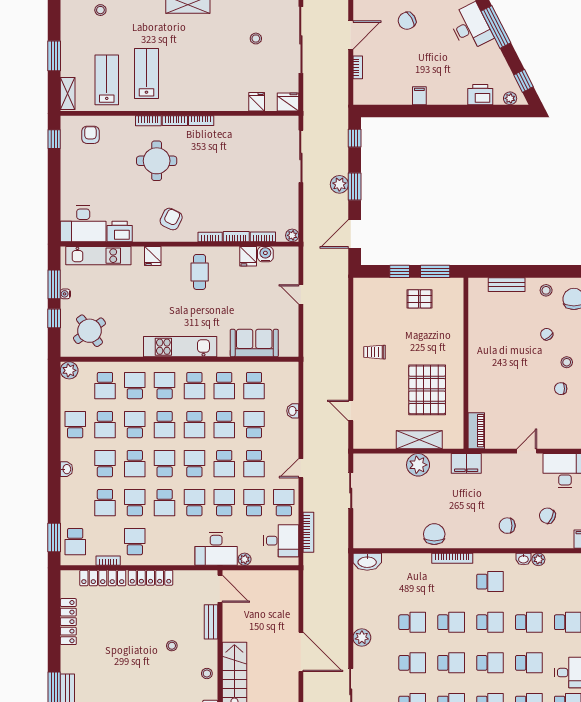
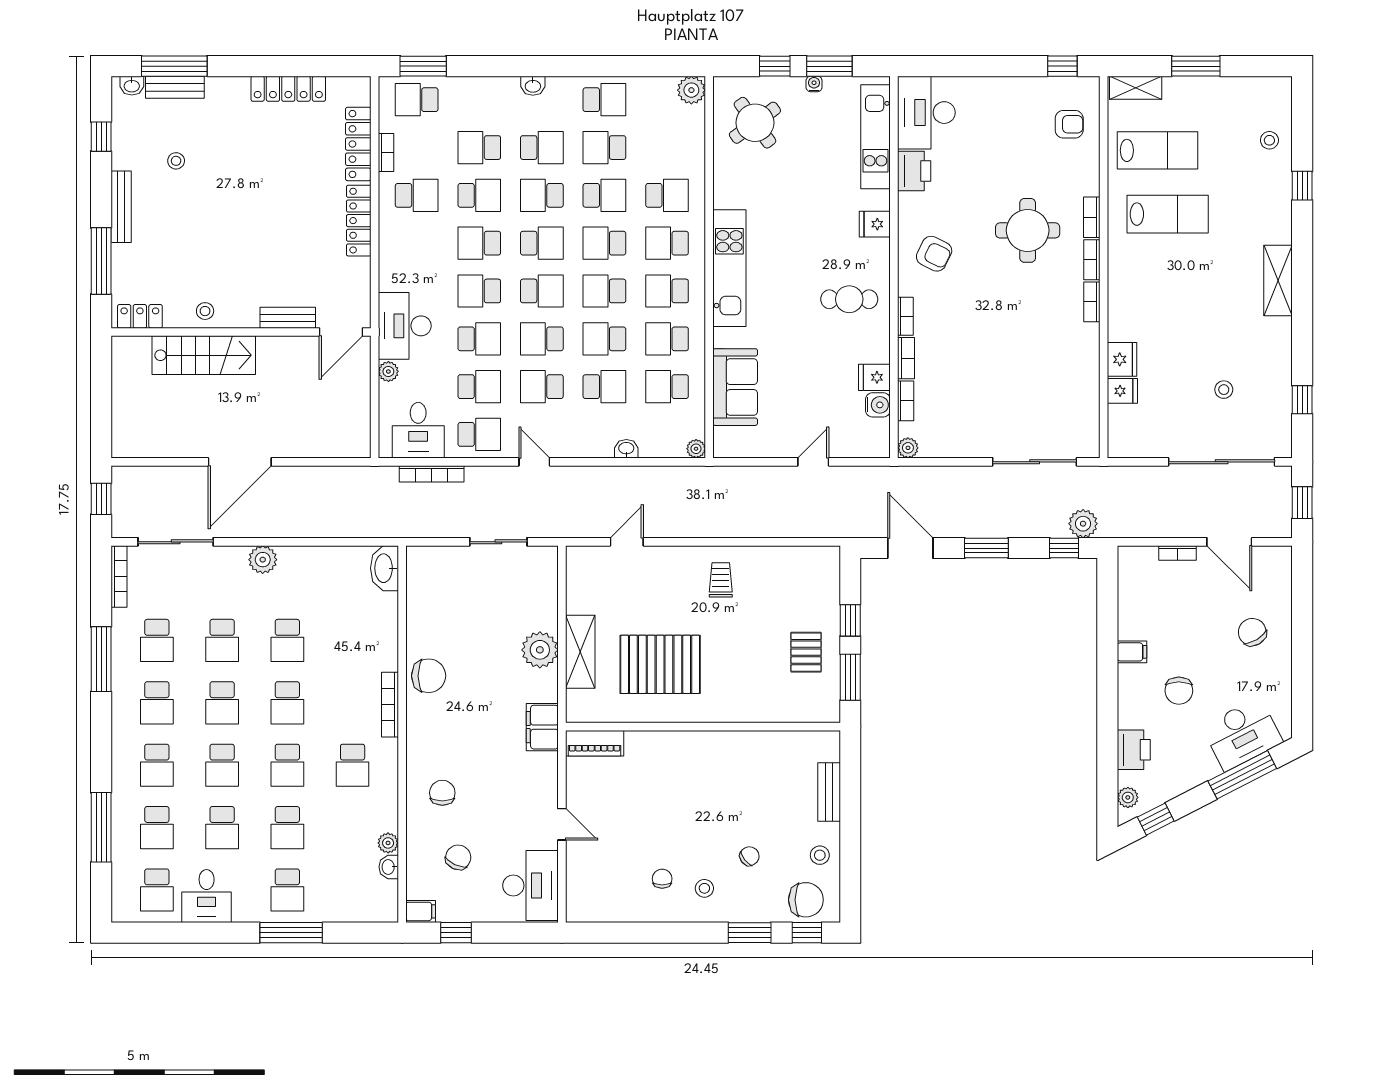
chair: (444, 67) -> (1179, 691), added
fridge: (288, 102) -> (1122, 359), moved
plant: (339, 184) -> (1083, 524), moved
plant: (293, 367) -> (696, 449), added
school desk: (105, 386) -> (667, 148), removed
school desk: (165, 386) -> (667, 243), turned 180
school desk: (194, 503) -> (479, 291), turned 180
washbasin: (523, 559) -> (389, 867), moved
stool: (172, 646) -> (176, 161), moved

